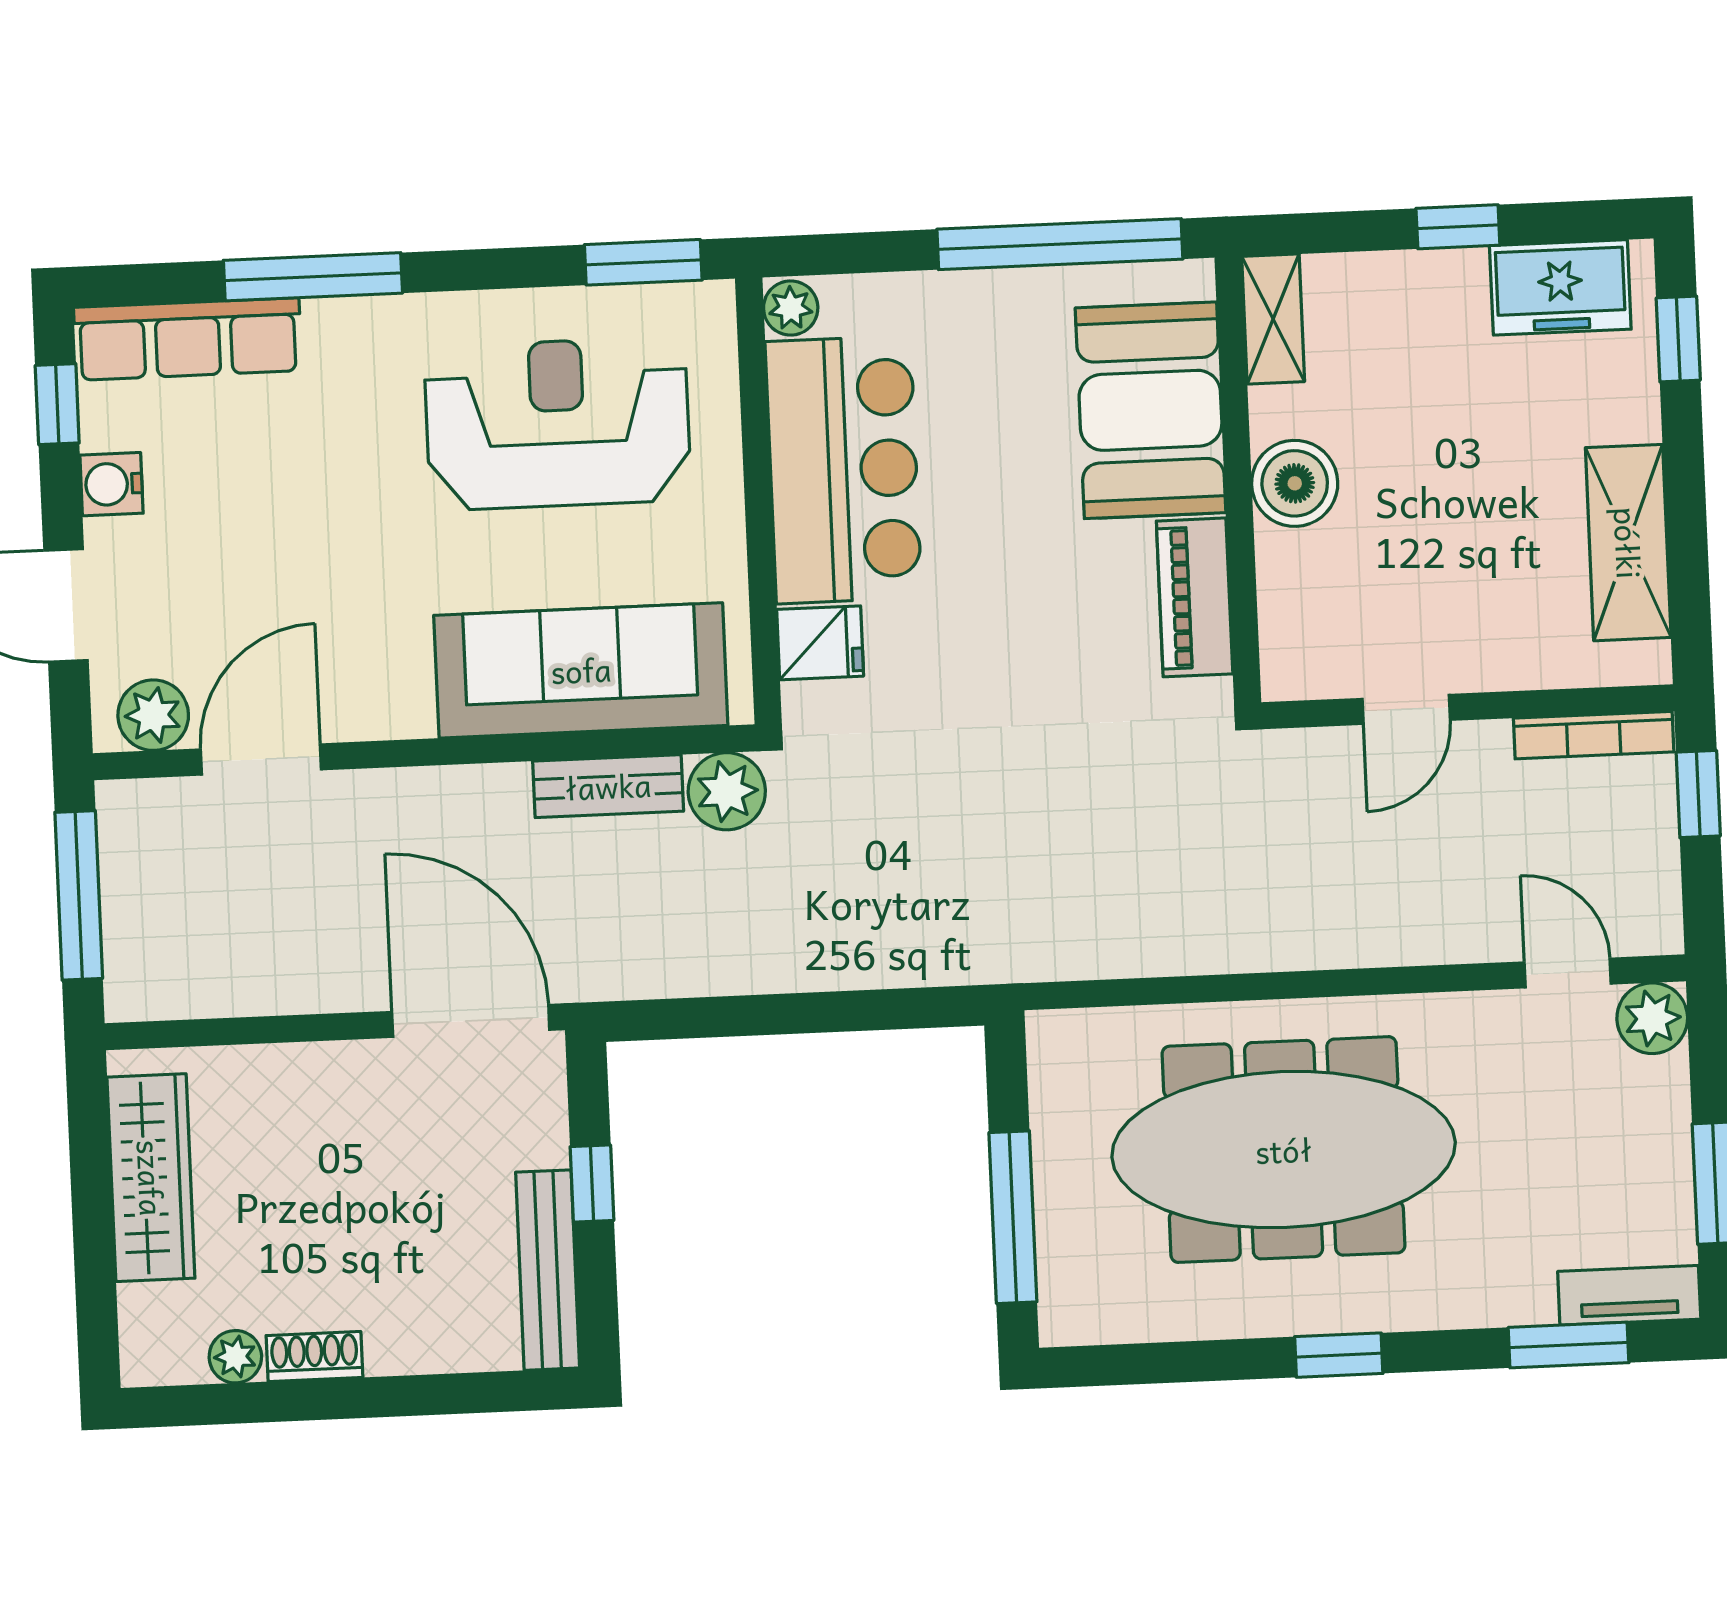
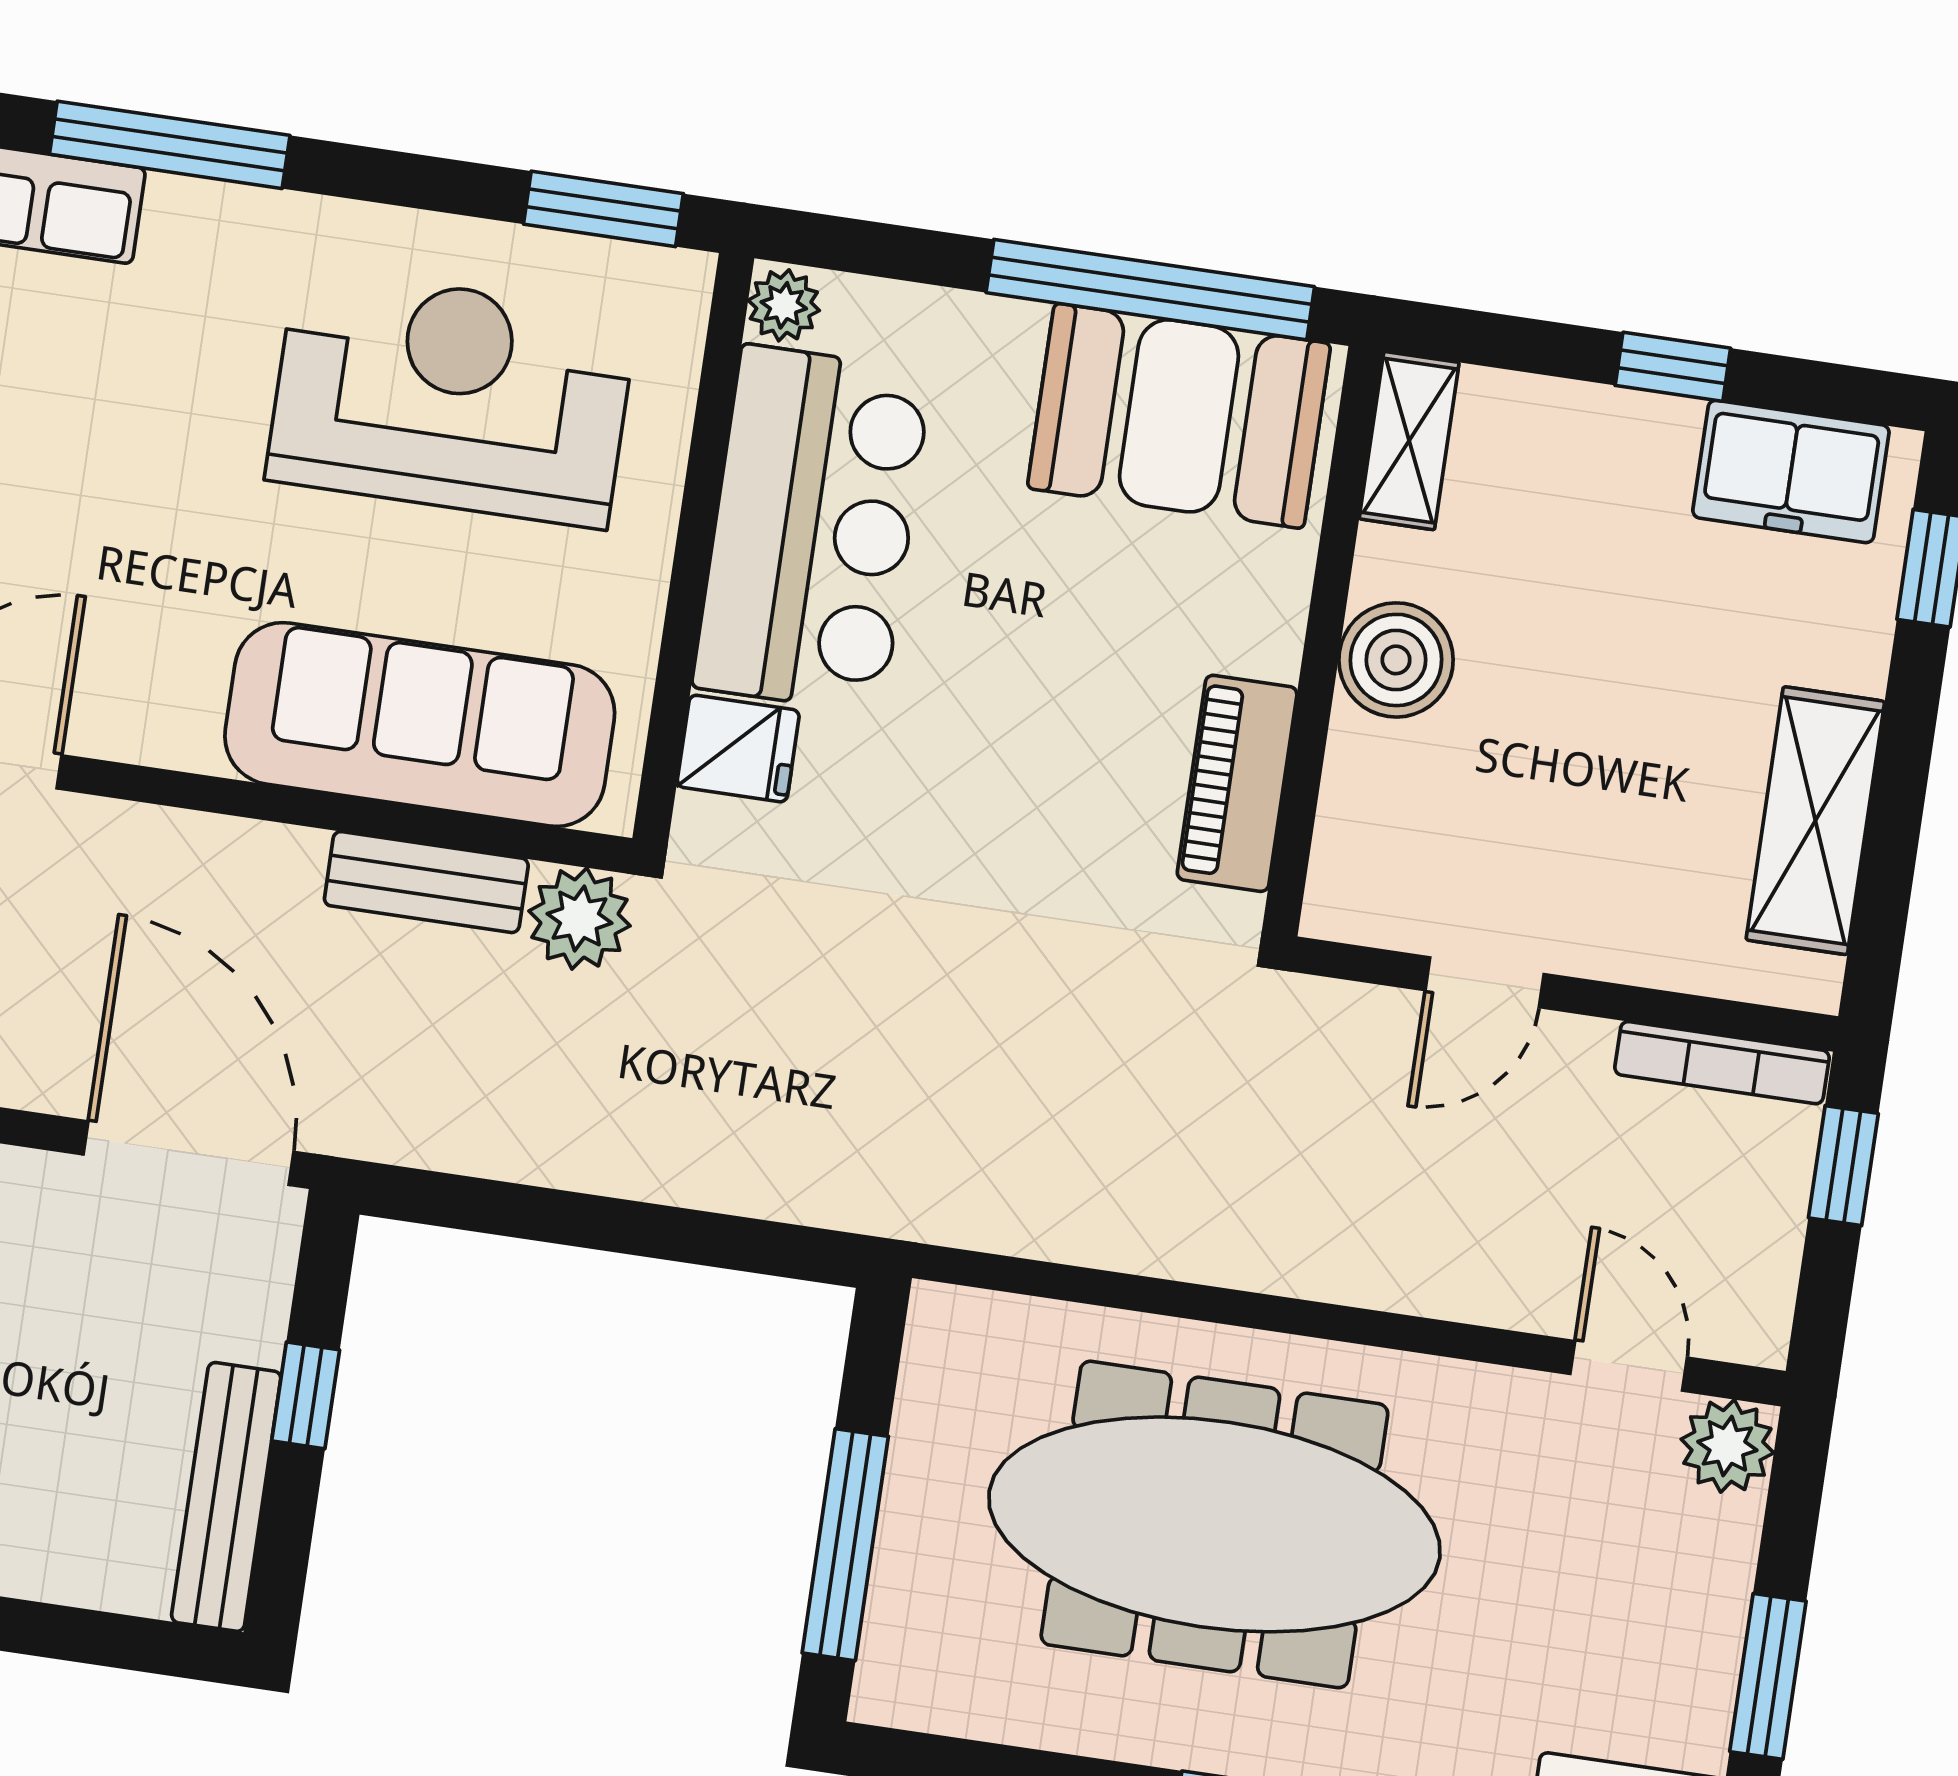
booth: (1150, 410) -> (1179, 416), moved, turned 90

